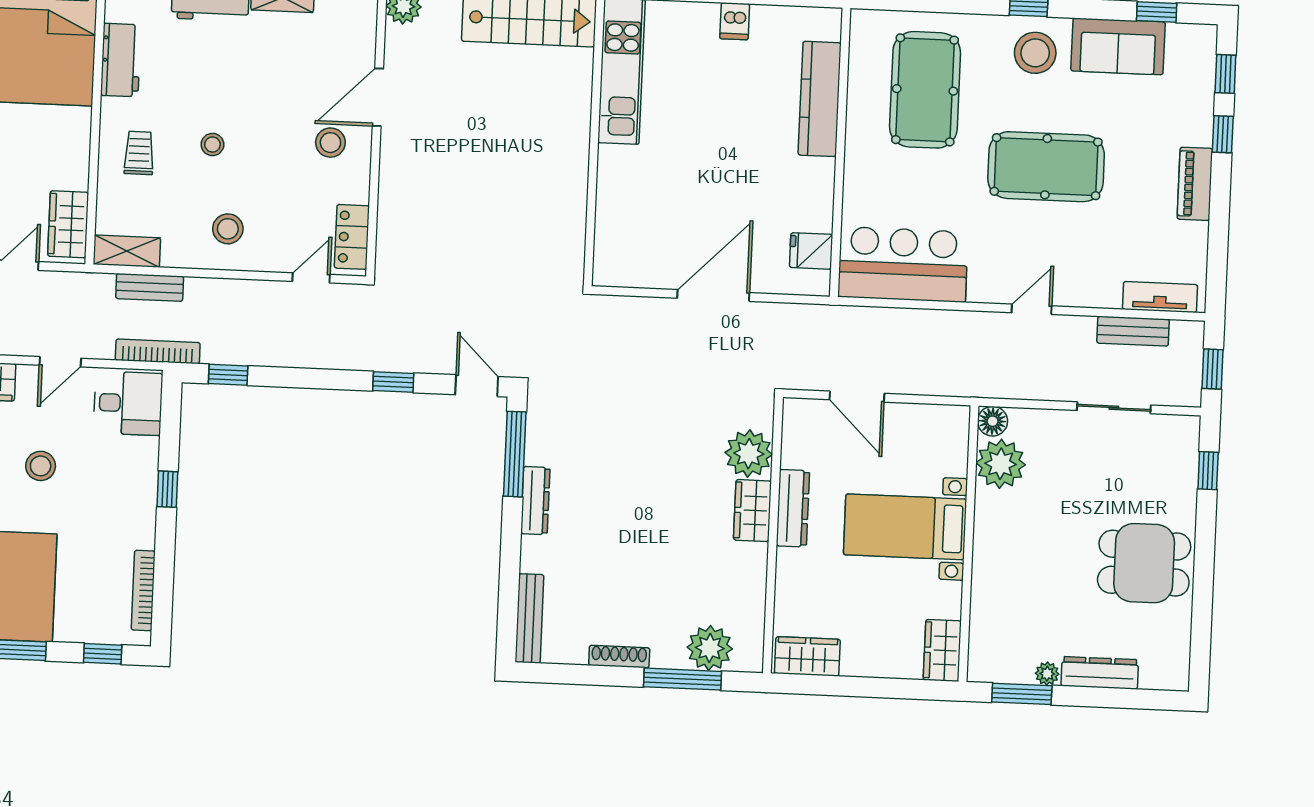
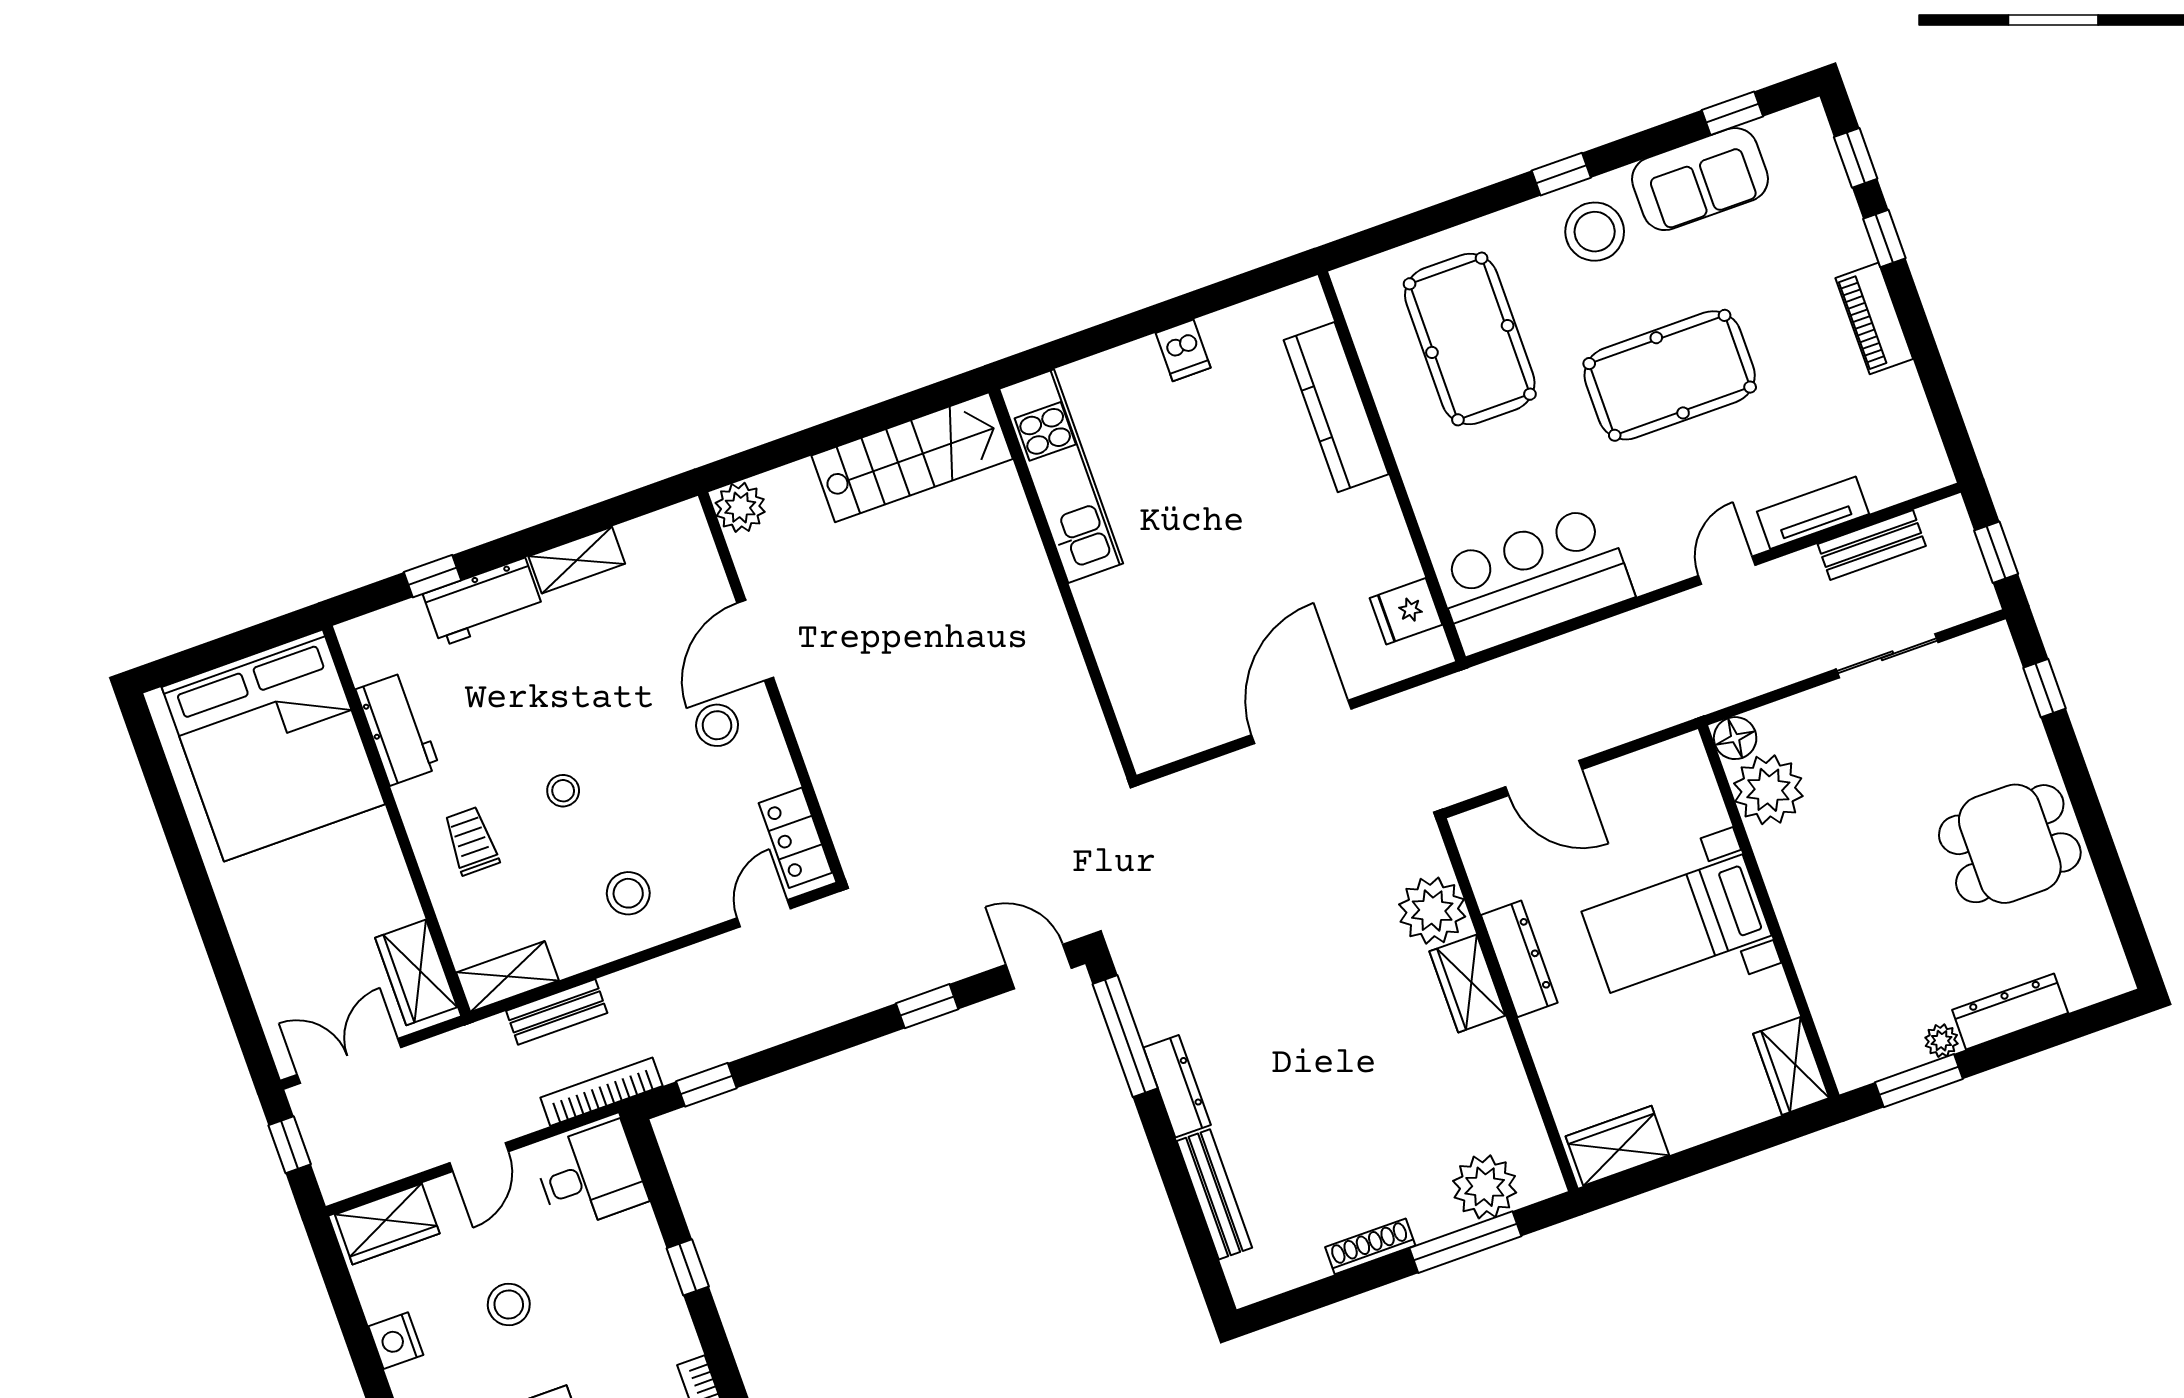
tv unit: (1160, 297) -> (1813, 513), moved
bench: (529, 618) -> (1214, 1194), moved

